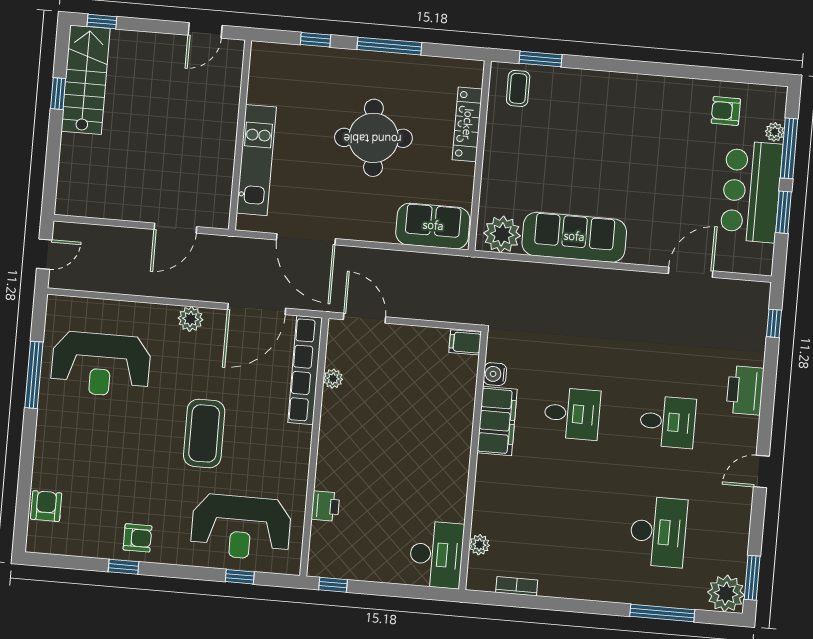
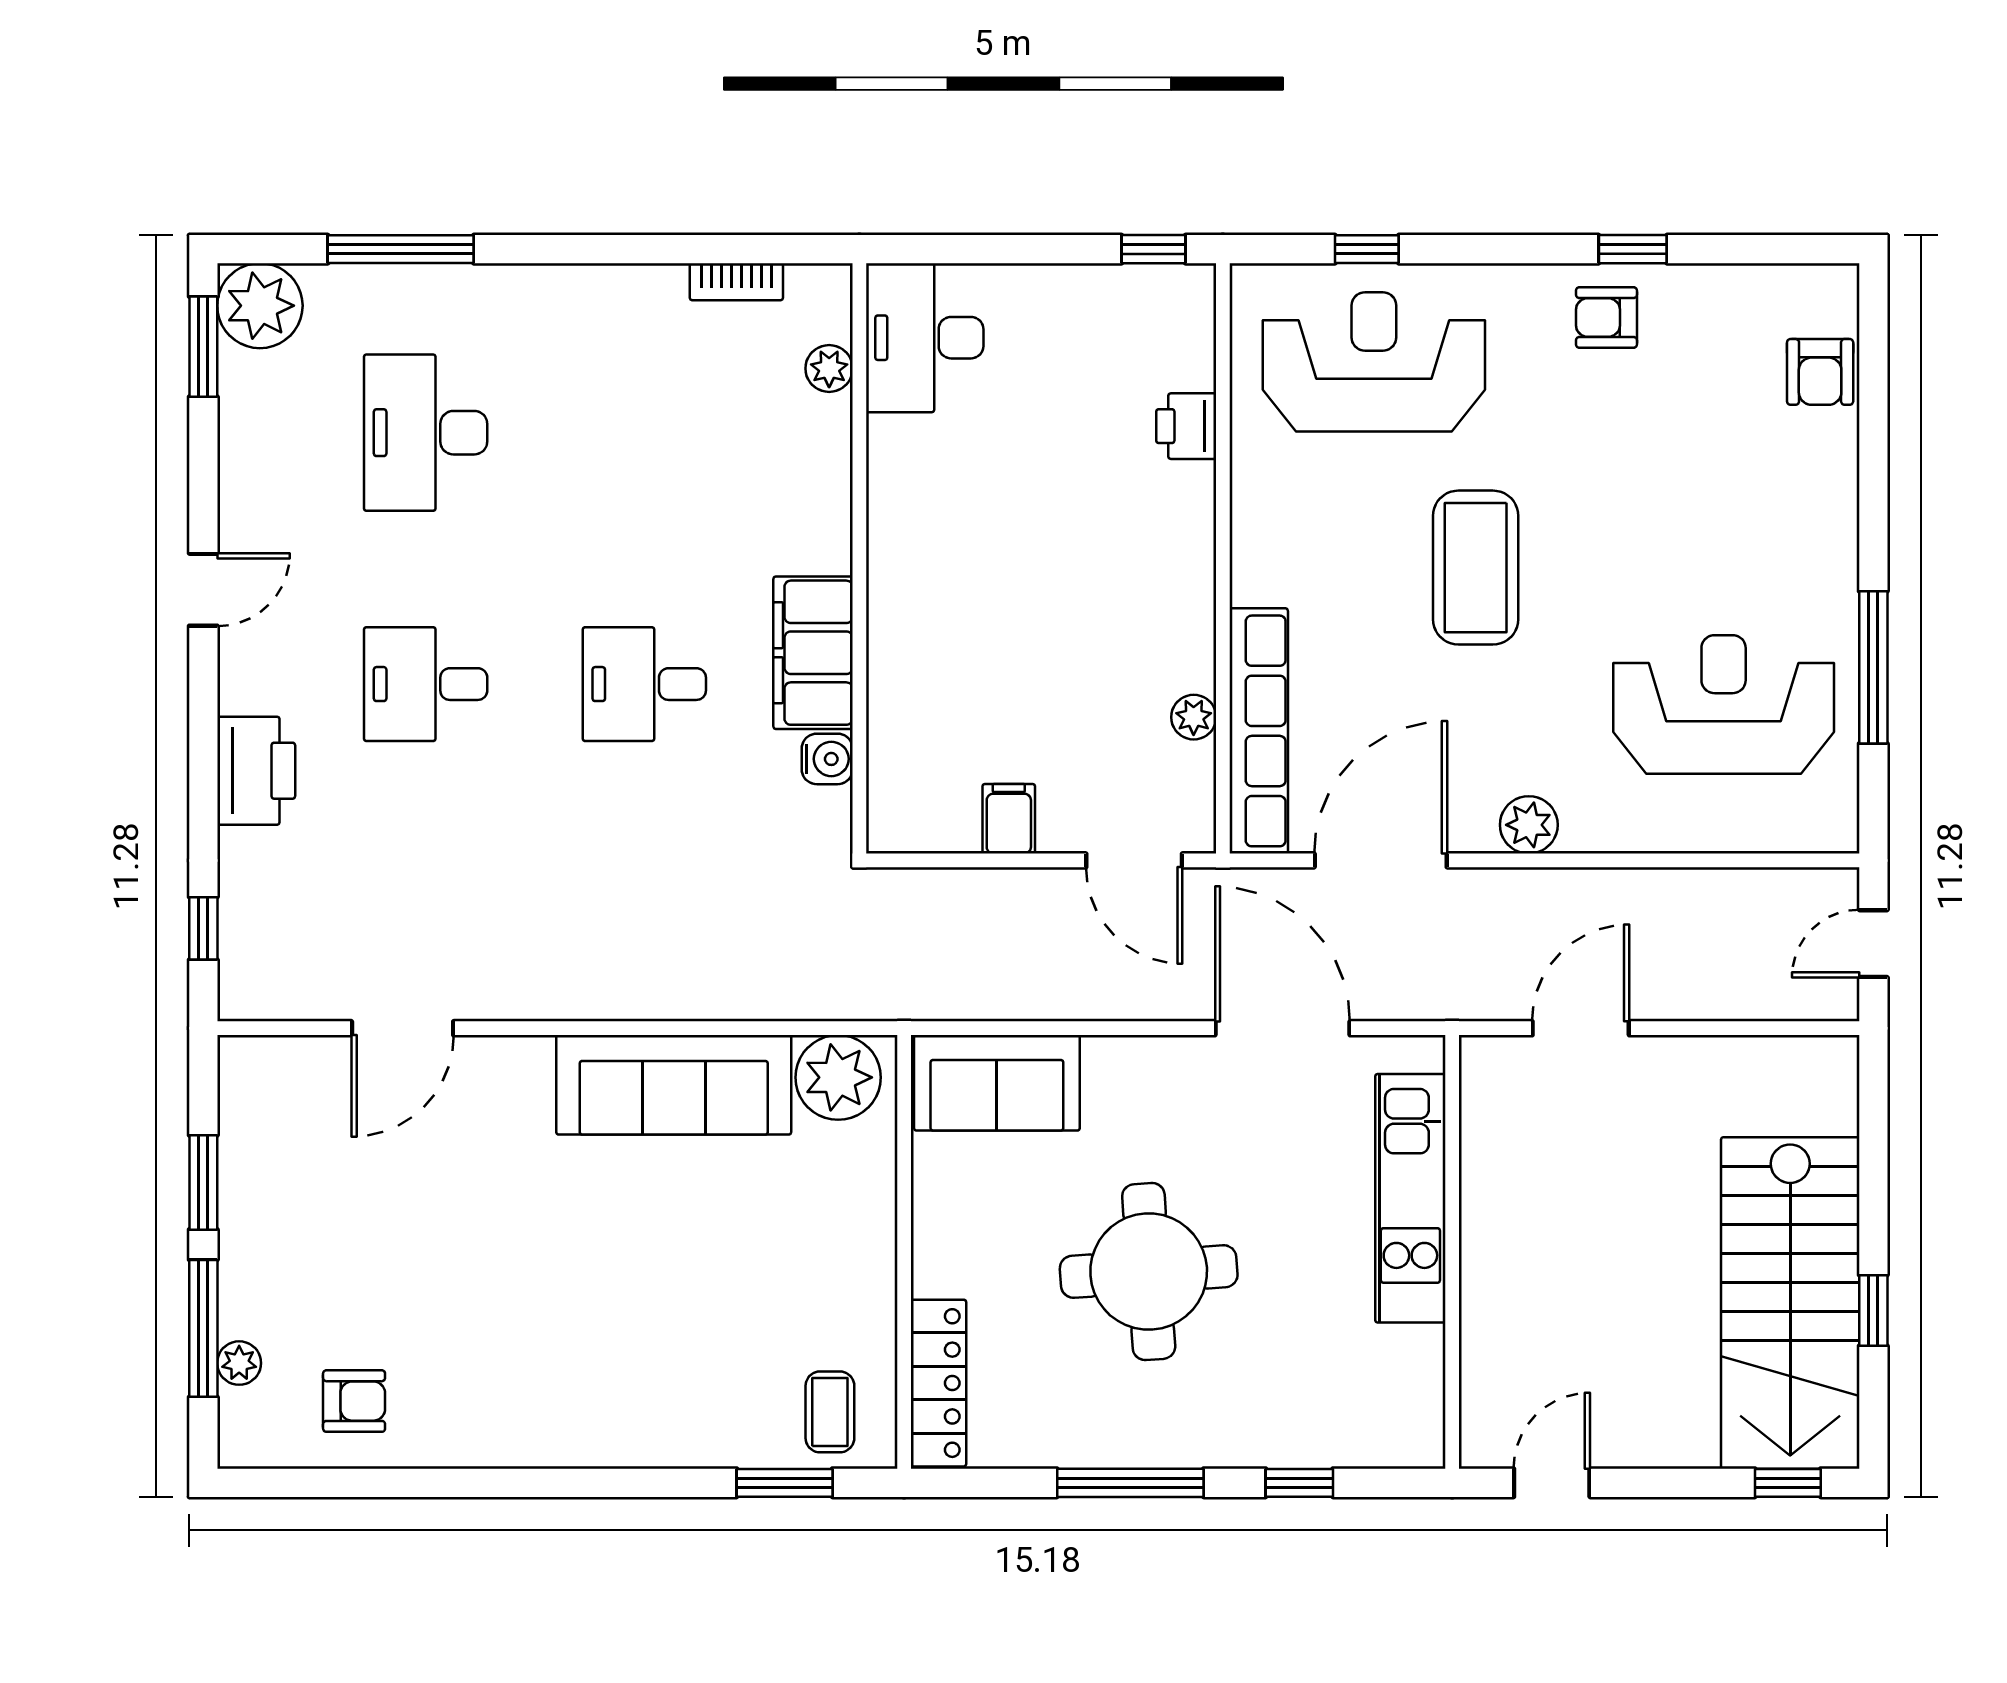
stairs: (86, 80) -> (1790, 1303), width x1.36, depth x1.51
locker: (467, 124) -> (938, 1383), moved
bar counter: (751, 191) -> (280, 1223), removed
filing cabinet: (465, 342) -> (1009, 819), moved, turned -90

